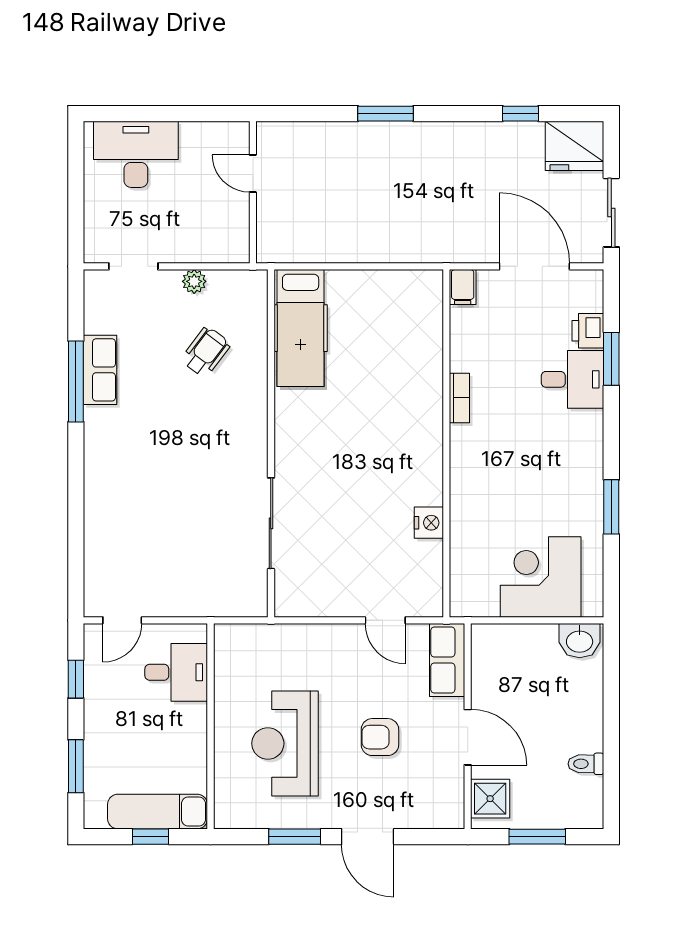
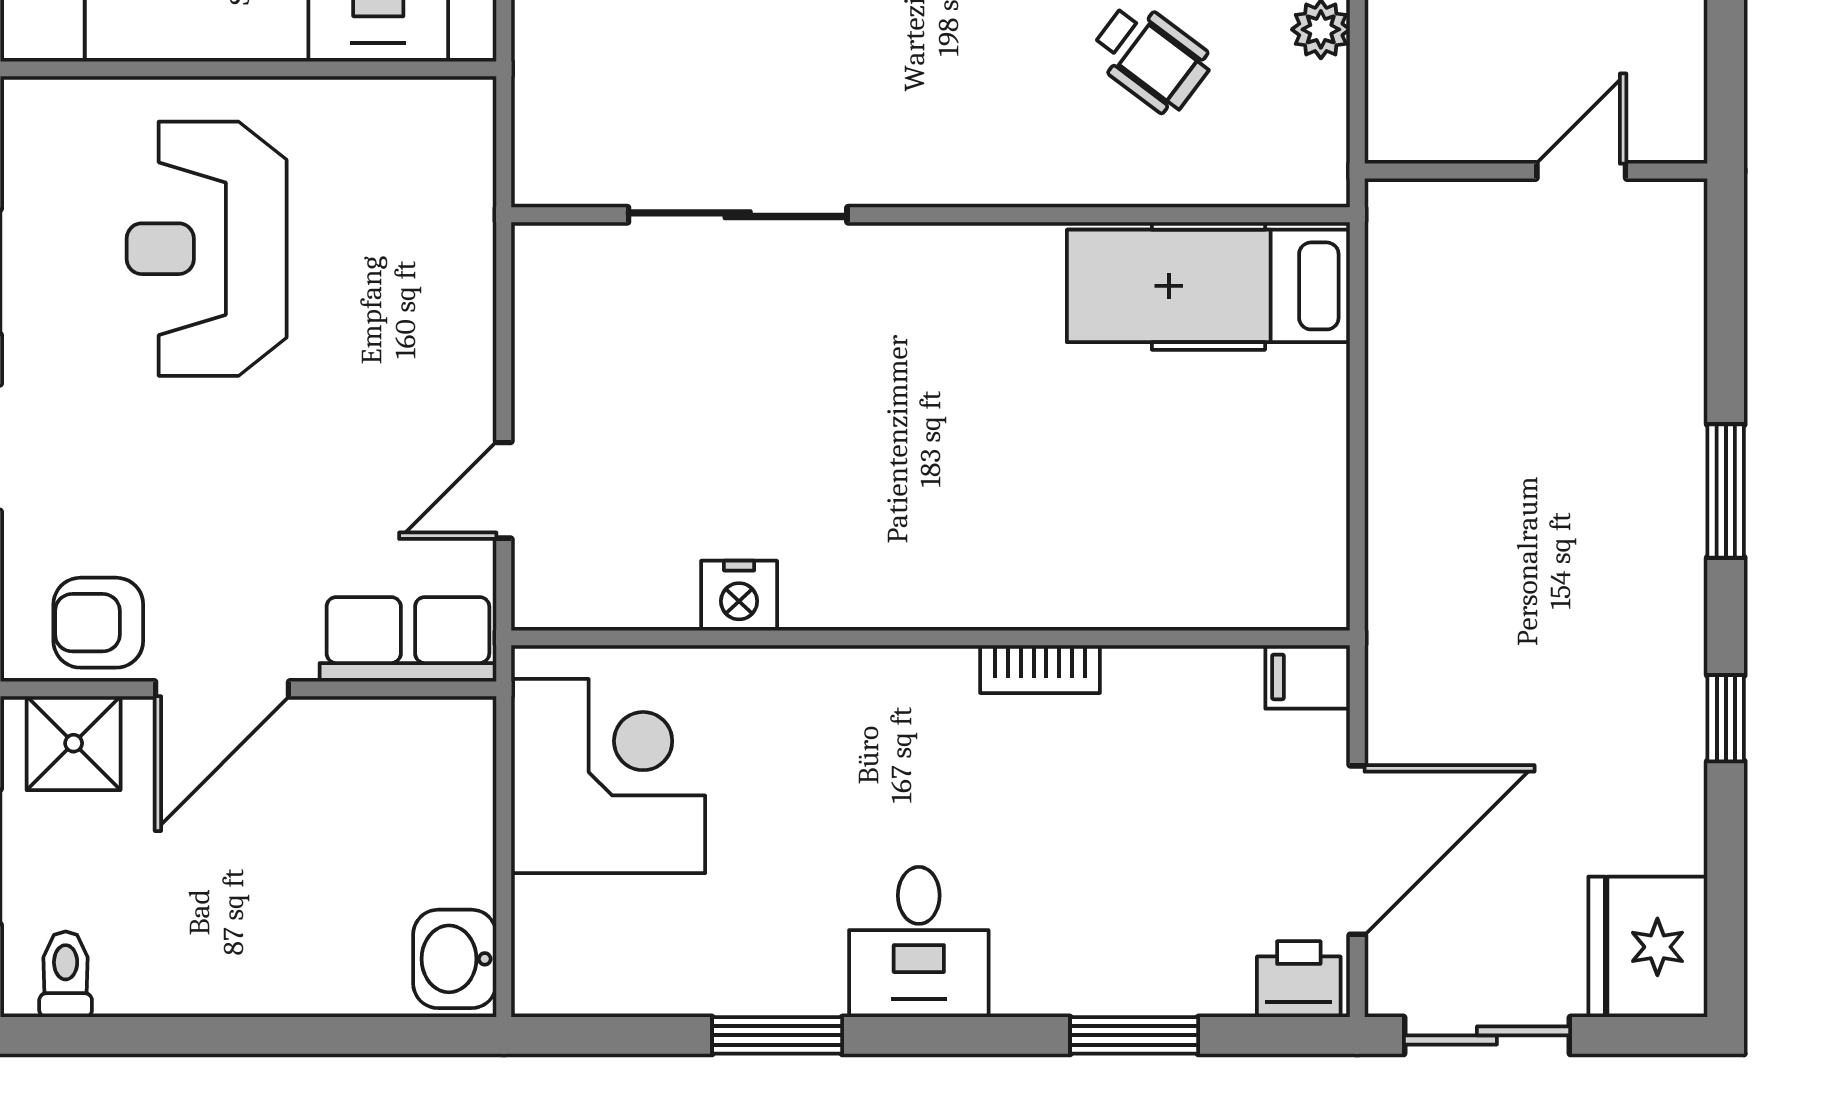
window: (521, 114) -> (1726, 718), moved
printer: (588, 331) -> (1299, 979), moved
desk: (573, 379) -> (919, 942), moved
corner desk: (541, 577) -> (608, 776), moved
armchair: (380, 737) -> (98, 623), moved, turned -90
reception desk: (285, 743) -> (207, 249), turned -90
toilet: (586, 764) -> (66, 974), moved

